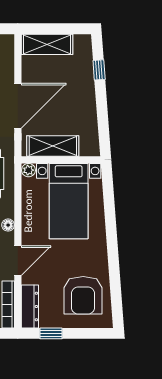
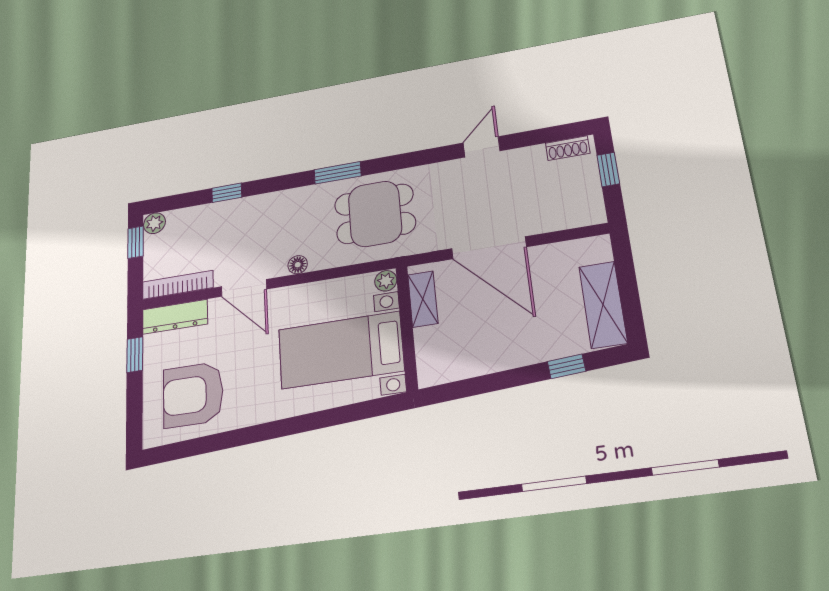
shelving: (47, 44) -> (603, 305), moved
shelving: (53, 146) -> (423, 299), width x0.67, depth x0.75

